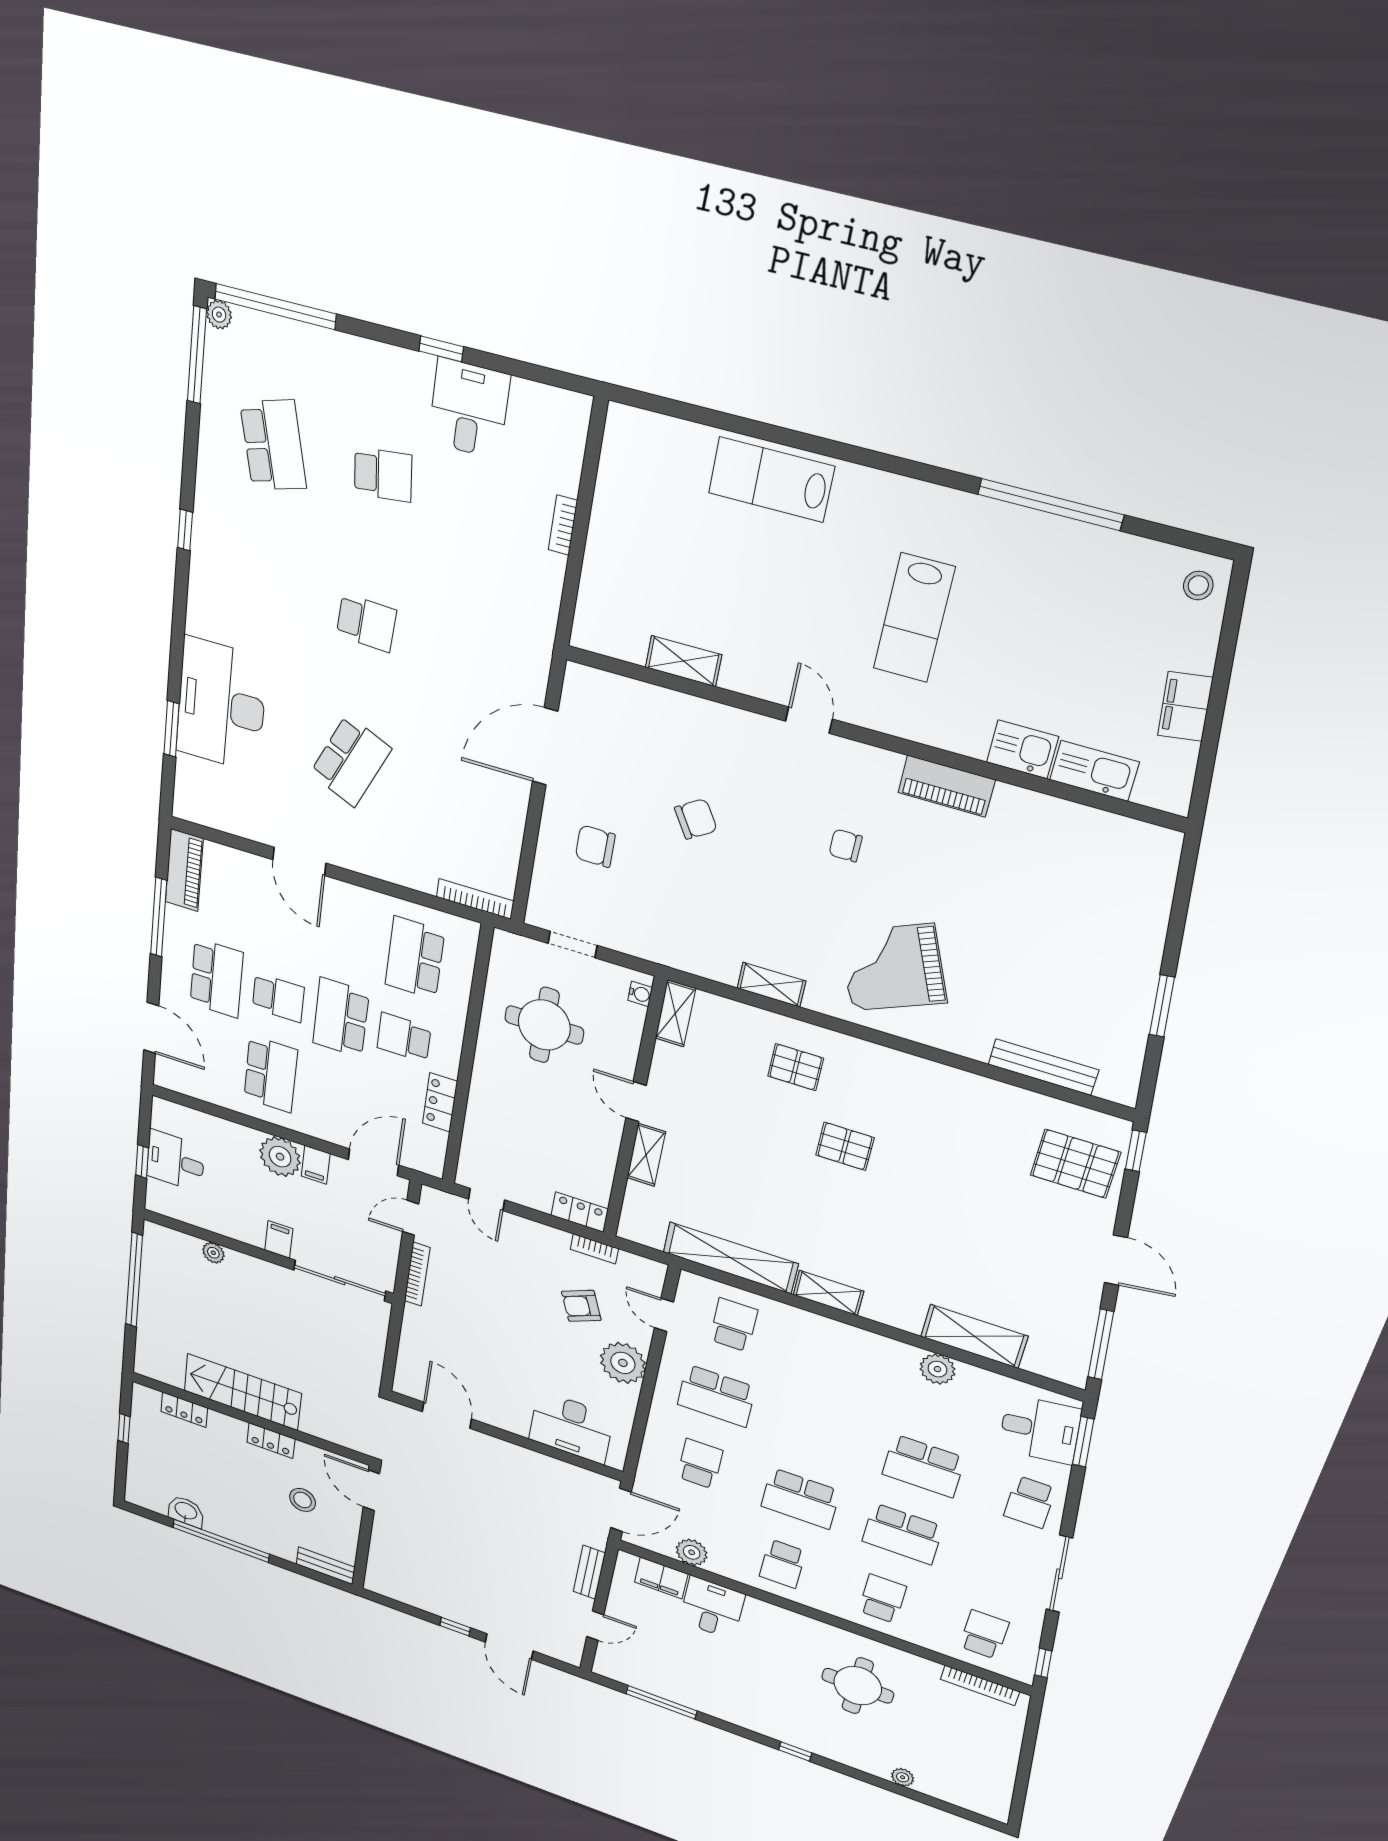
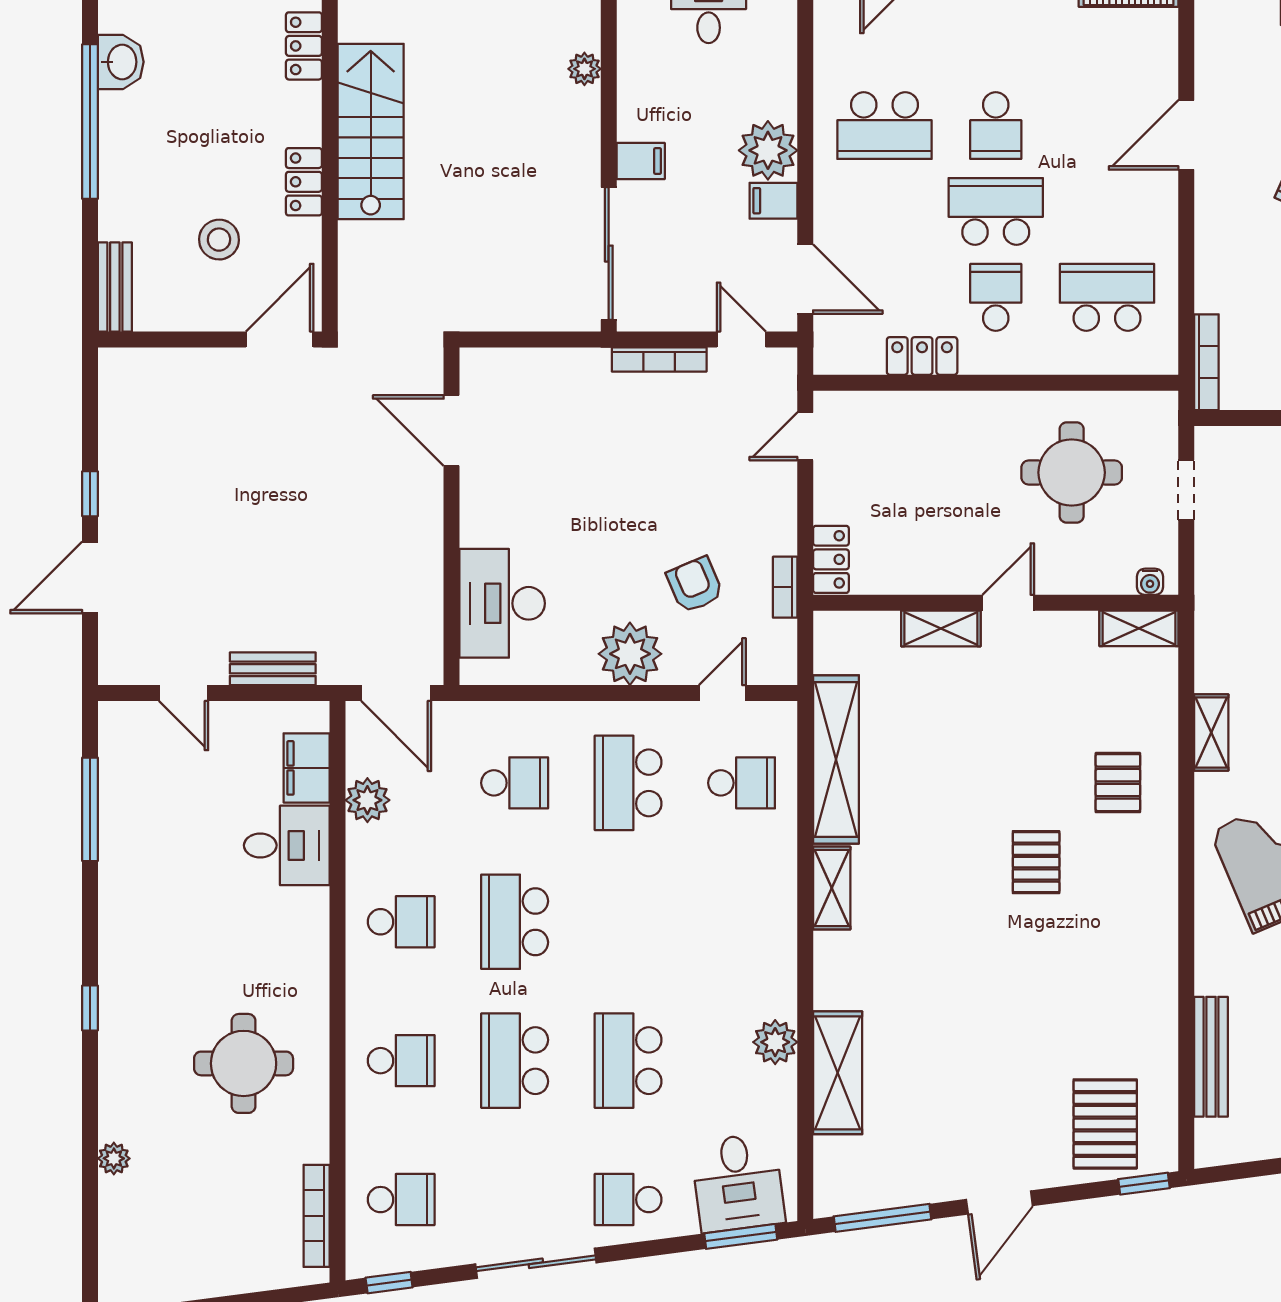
school desk: (217, 978) -> (996, 40), removed
door: (447, 1415) -> (452, 431), swing flipped
school desk: (782, 1564) -> (401, 922), turned 180

